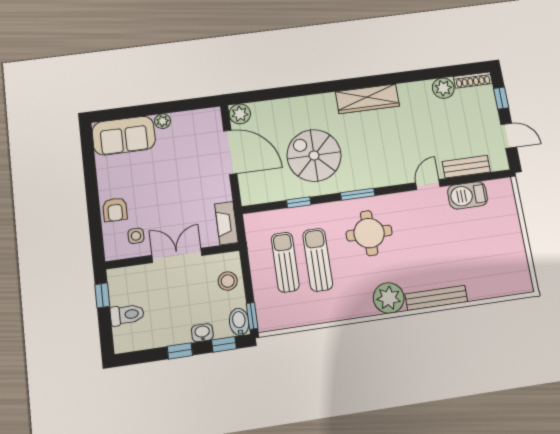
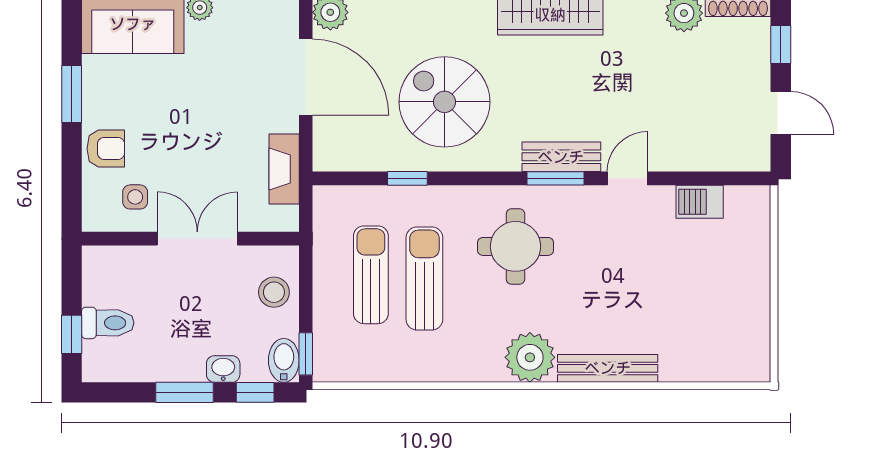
bench: (466, 167) -> (561, 157), moved
window: (91, 181) -> (72, 94), added
window: (358, 194) -> (555, 178), moved
barbecue: (468, 195) -> (700, 202), width x0.73, depth x0.79
armchair: (115, 210) -> (106, 149), turned -90
fireplace: (226, 223) -> (284, 169), moved
window: (102, 295) -> (72, 334), moved
window: (180, 351) -> (184, 392), width x1.50

